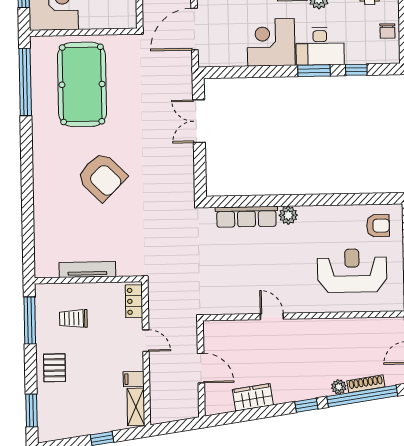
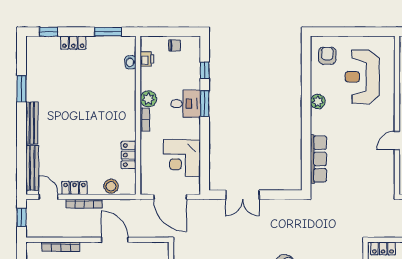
corner desk: (271, 42) -> (182, 158), moved
desk: (320, 46) -> (186, 104), width x0.73
plant: (288, 215) -> (318, 102), moved

